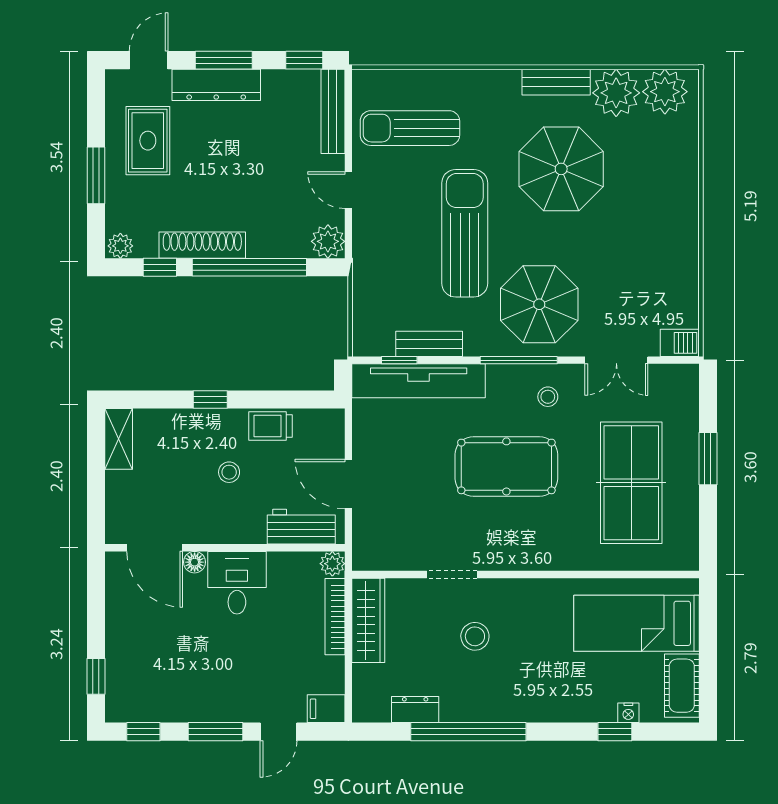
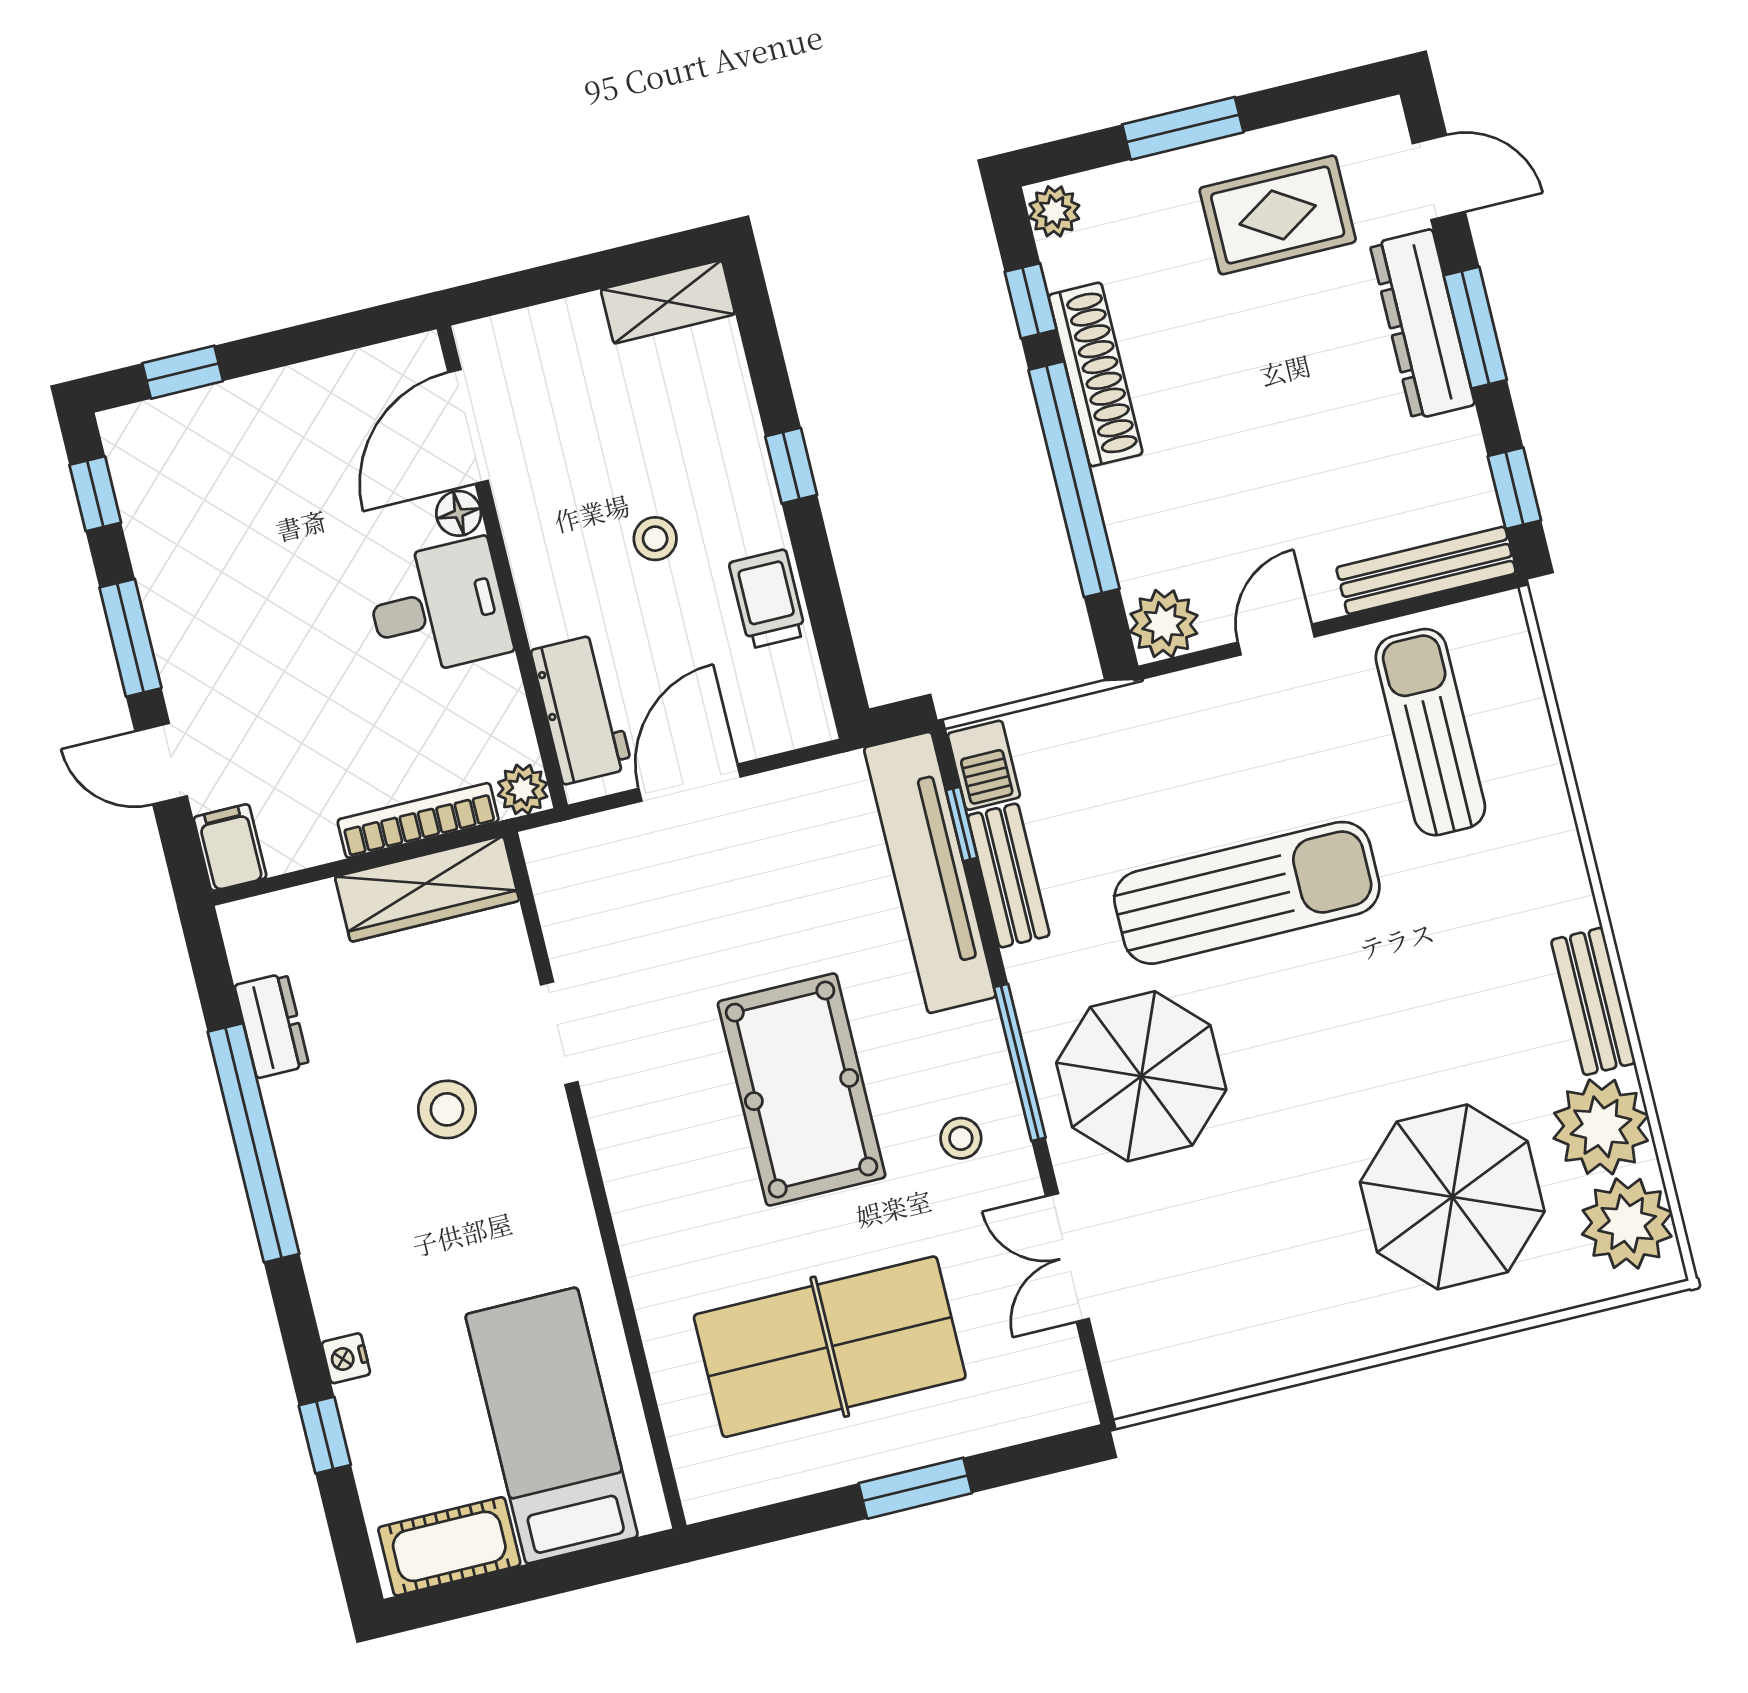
parasol: (561, 169) -> (1452, 1197), moved
barbecue: (680, 343) -> (984, 765), moved
nightstand: (628, 713) -> (346, 1358), moved

